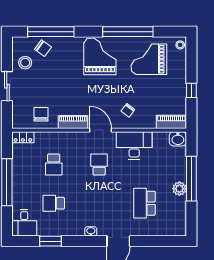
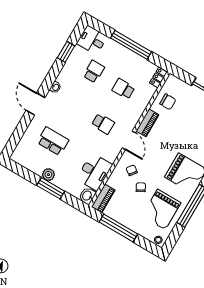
grand piano: (149, 59) -> (161, 209), turned 180
window: (191, 90) -> (118, 228), width x3.17
chair: (139, 92) -> (141, 187), added
door: (100, 130) -> (129, 140), hinge flipped
desk: (134, 146) -> (94, 172), moved
window: (191, 179) -> (51, 188), width x0.68

